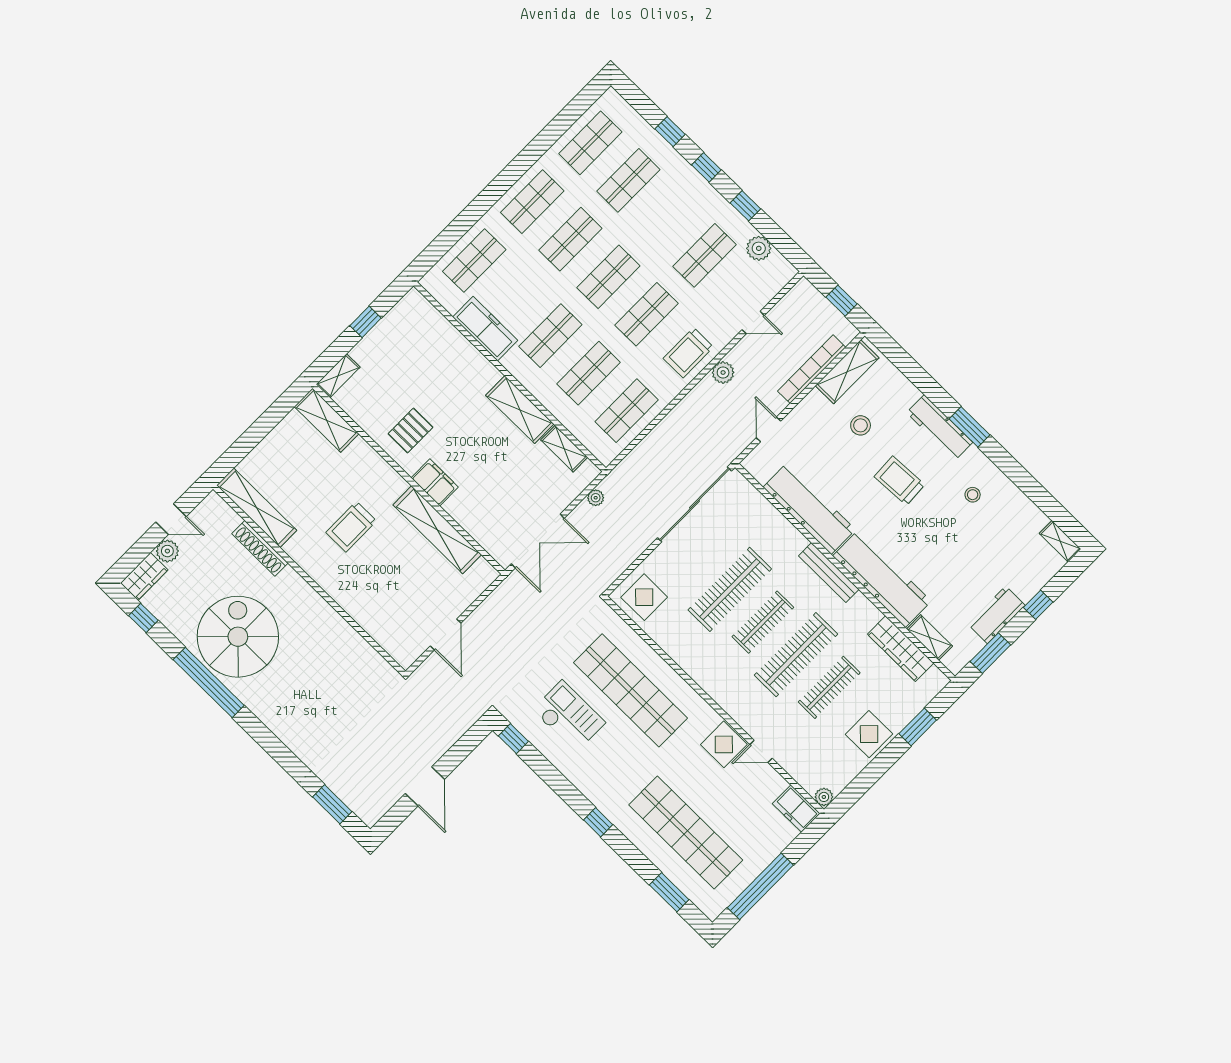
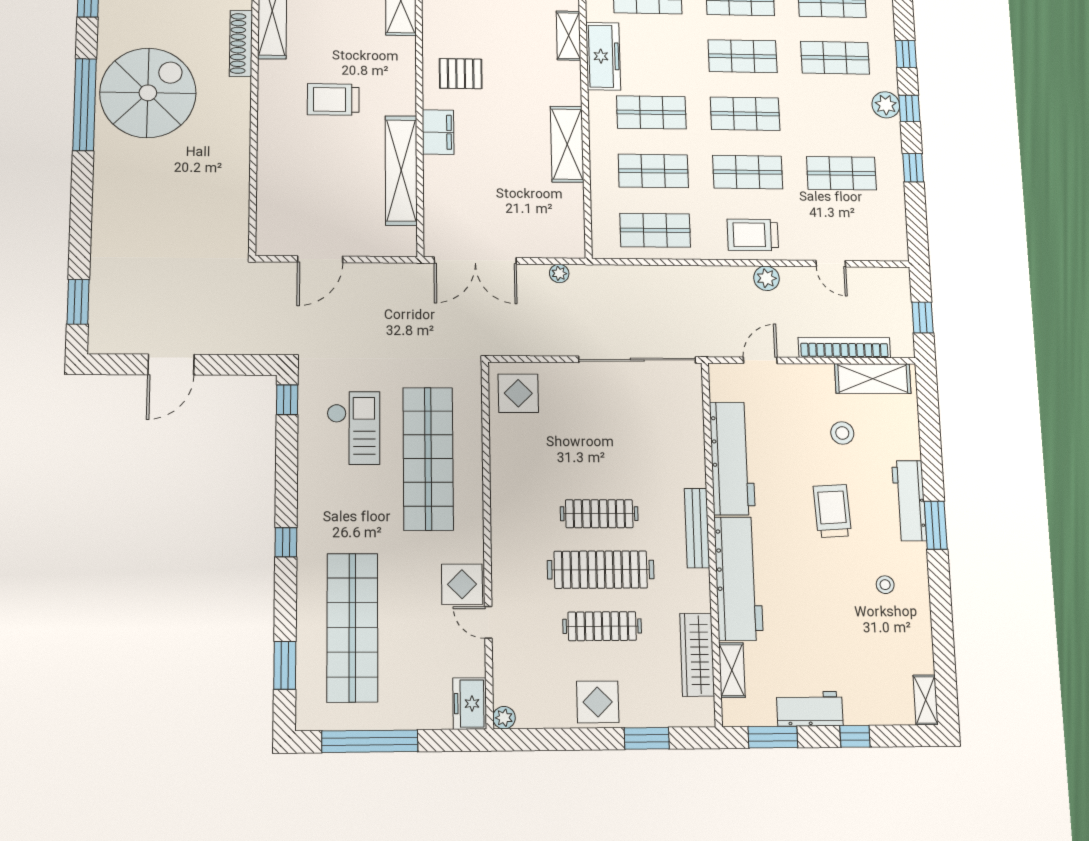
plant: (759, 248) -> (886, 105), moved
shelving: (564, 449) -> (569, 36), moved
clothes rail: (730, 589) -> (598, 459), removed

